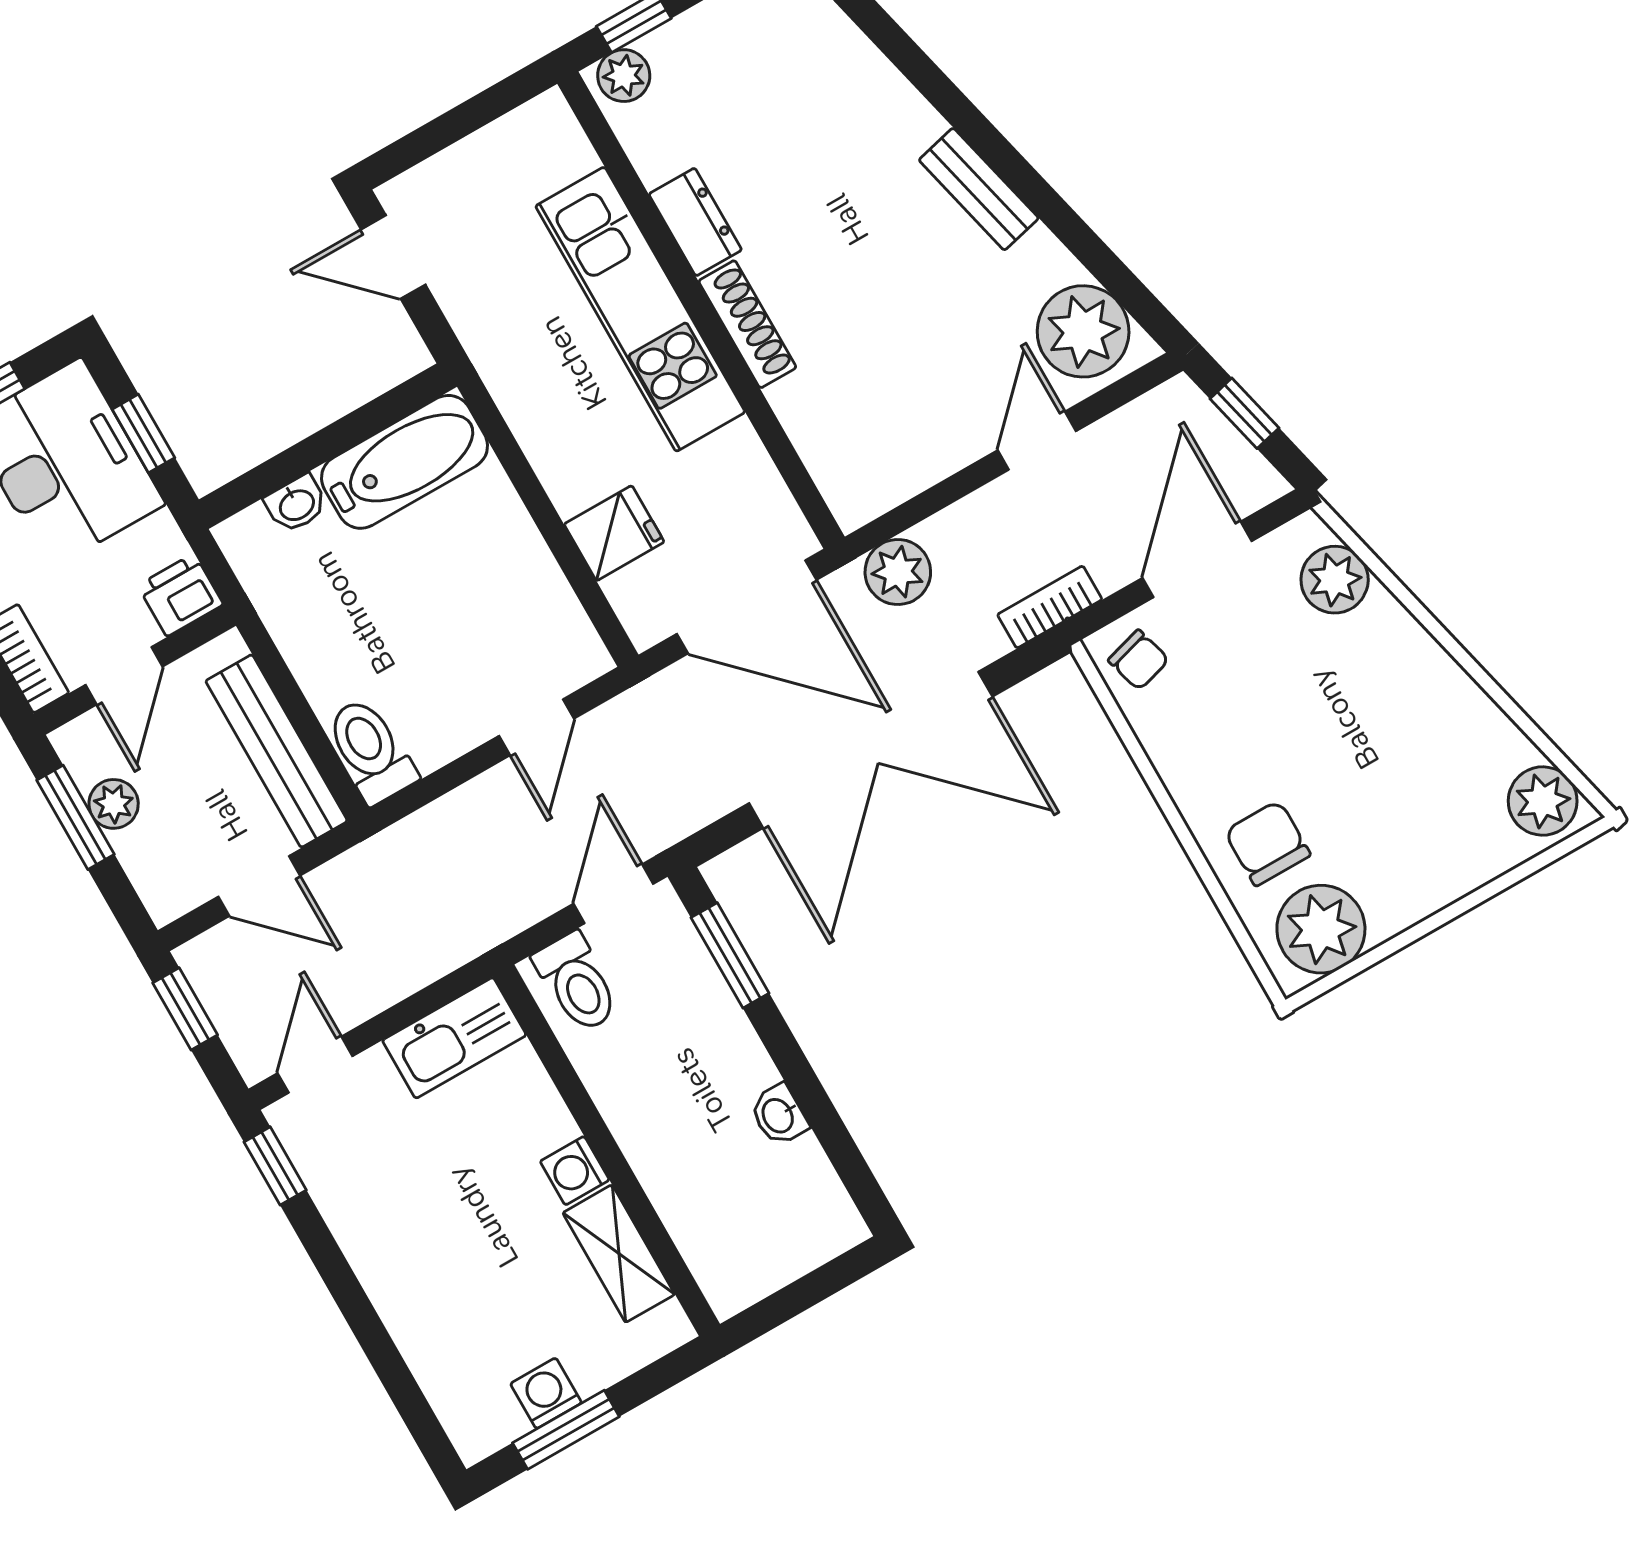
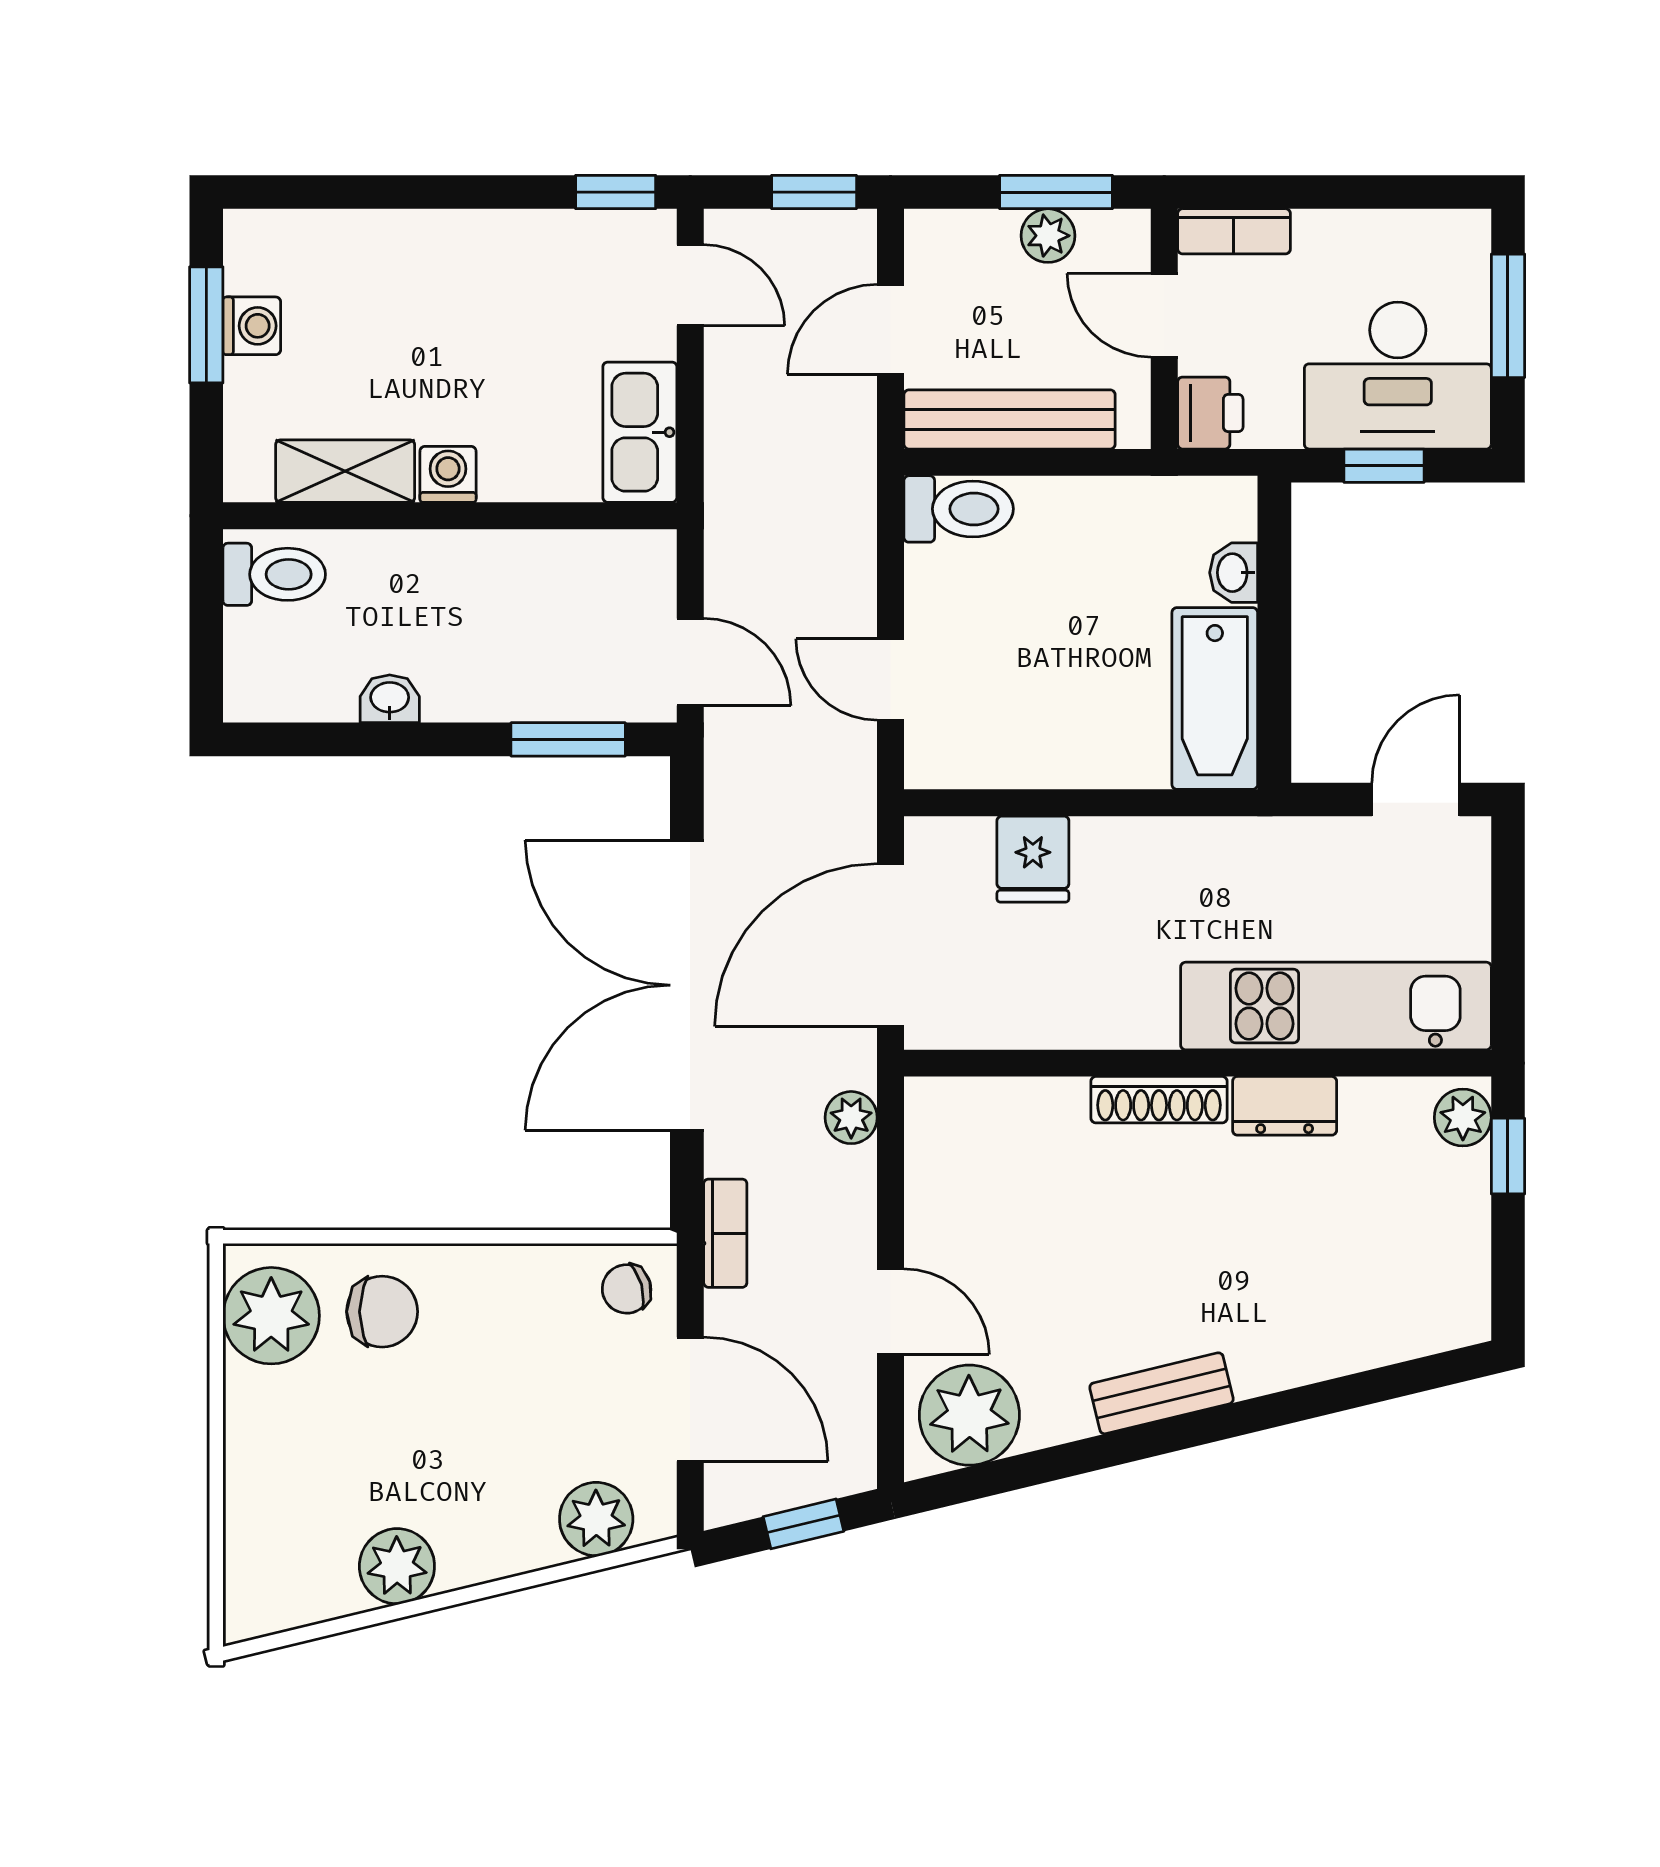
kitchen unit: (640, 309) -> (1336, 1006), moved
plant: (898, 572) -> (851, 1118), width x0.73, depth x0.73
plant: (1543, 801) -> (397, 1566), moved
toilet: (577, 983) -> (274, 574), moved, turned 180

